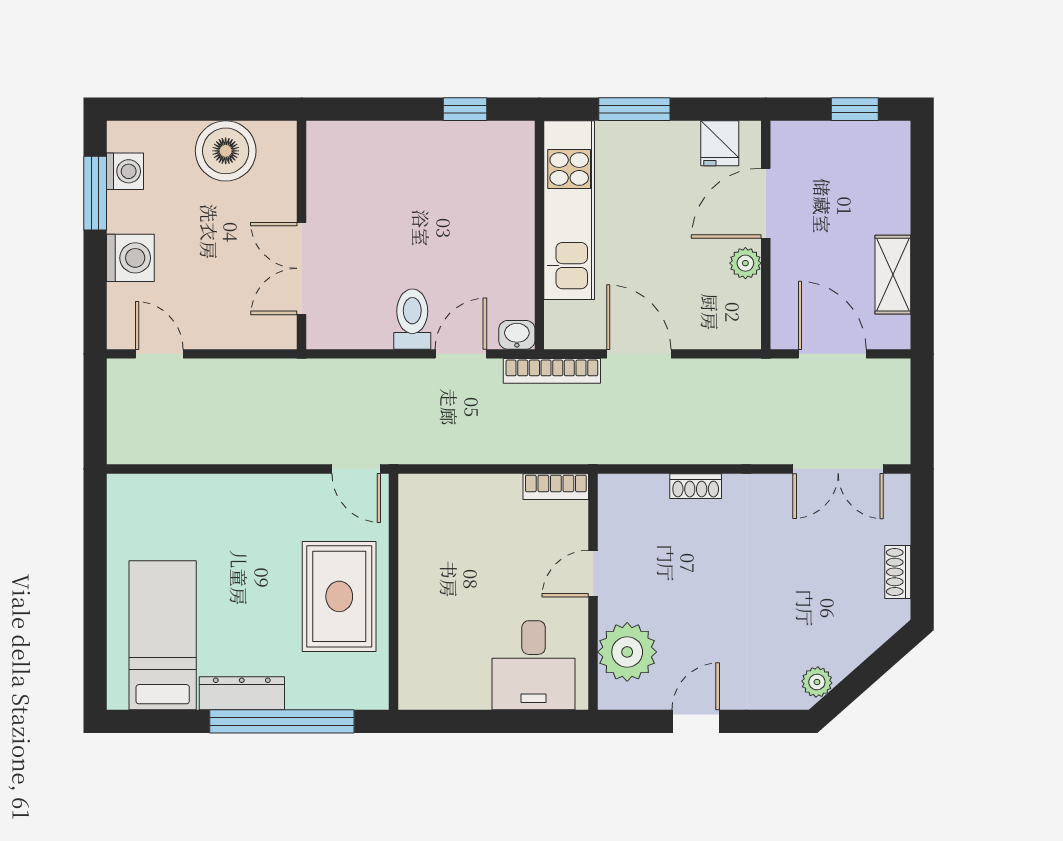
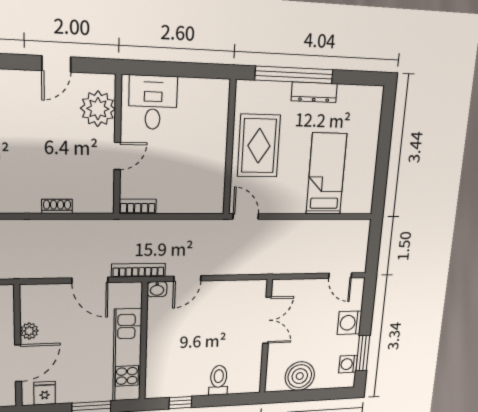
toilet: (412, 319) -> (219, 380), moved, turned 180
bed: (163, 635) -> (326, 174), moved, turned 180

